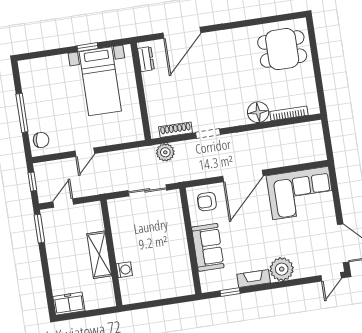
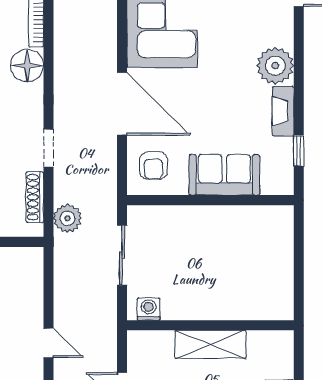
washing machine: (124, 270) -> (149, 309), moved

